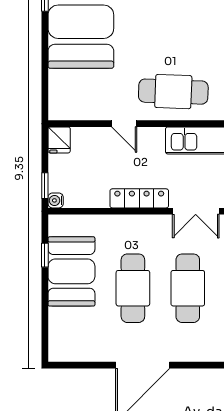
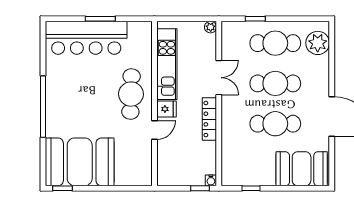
fridge: (59, 140) -> (166, 109), moved
booth: (71, 271) -> (302, 169), moved

